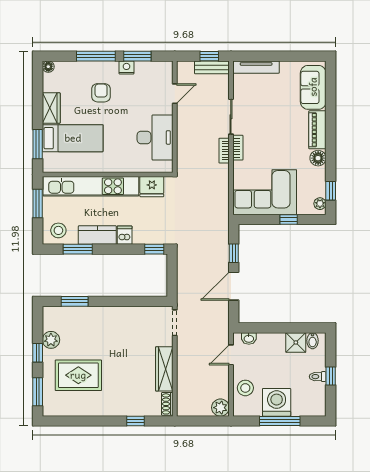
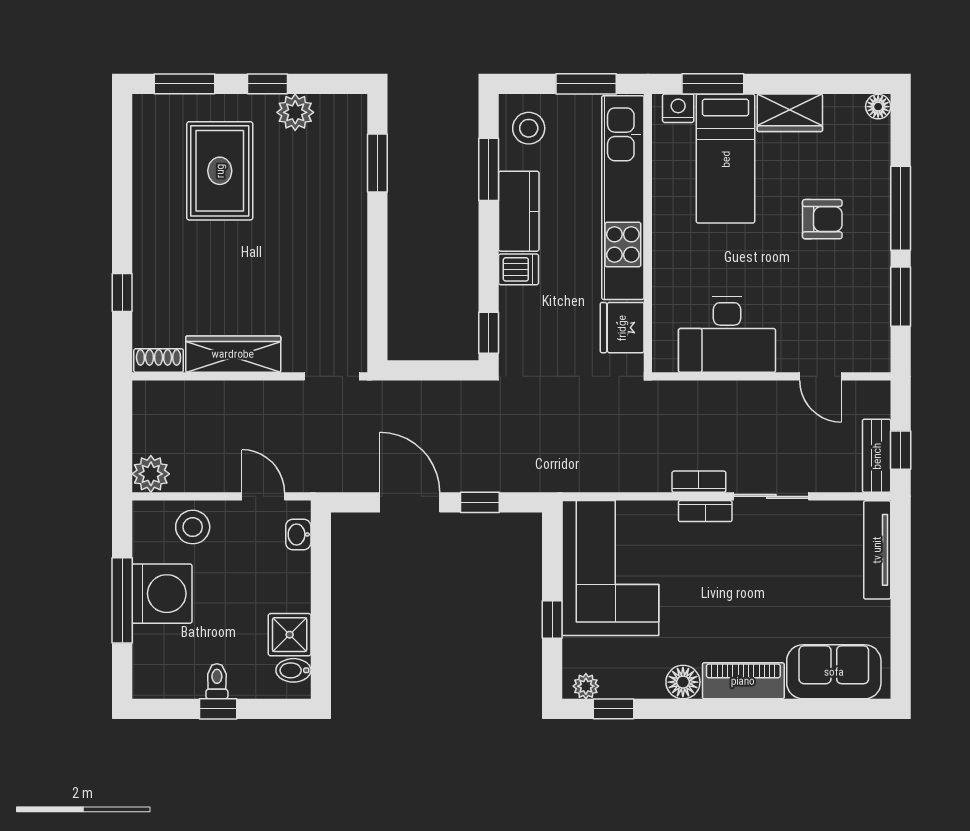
nightstand: (126, 68) -> (678, 108), moved, turned -90

